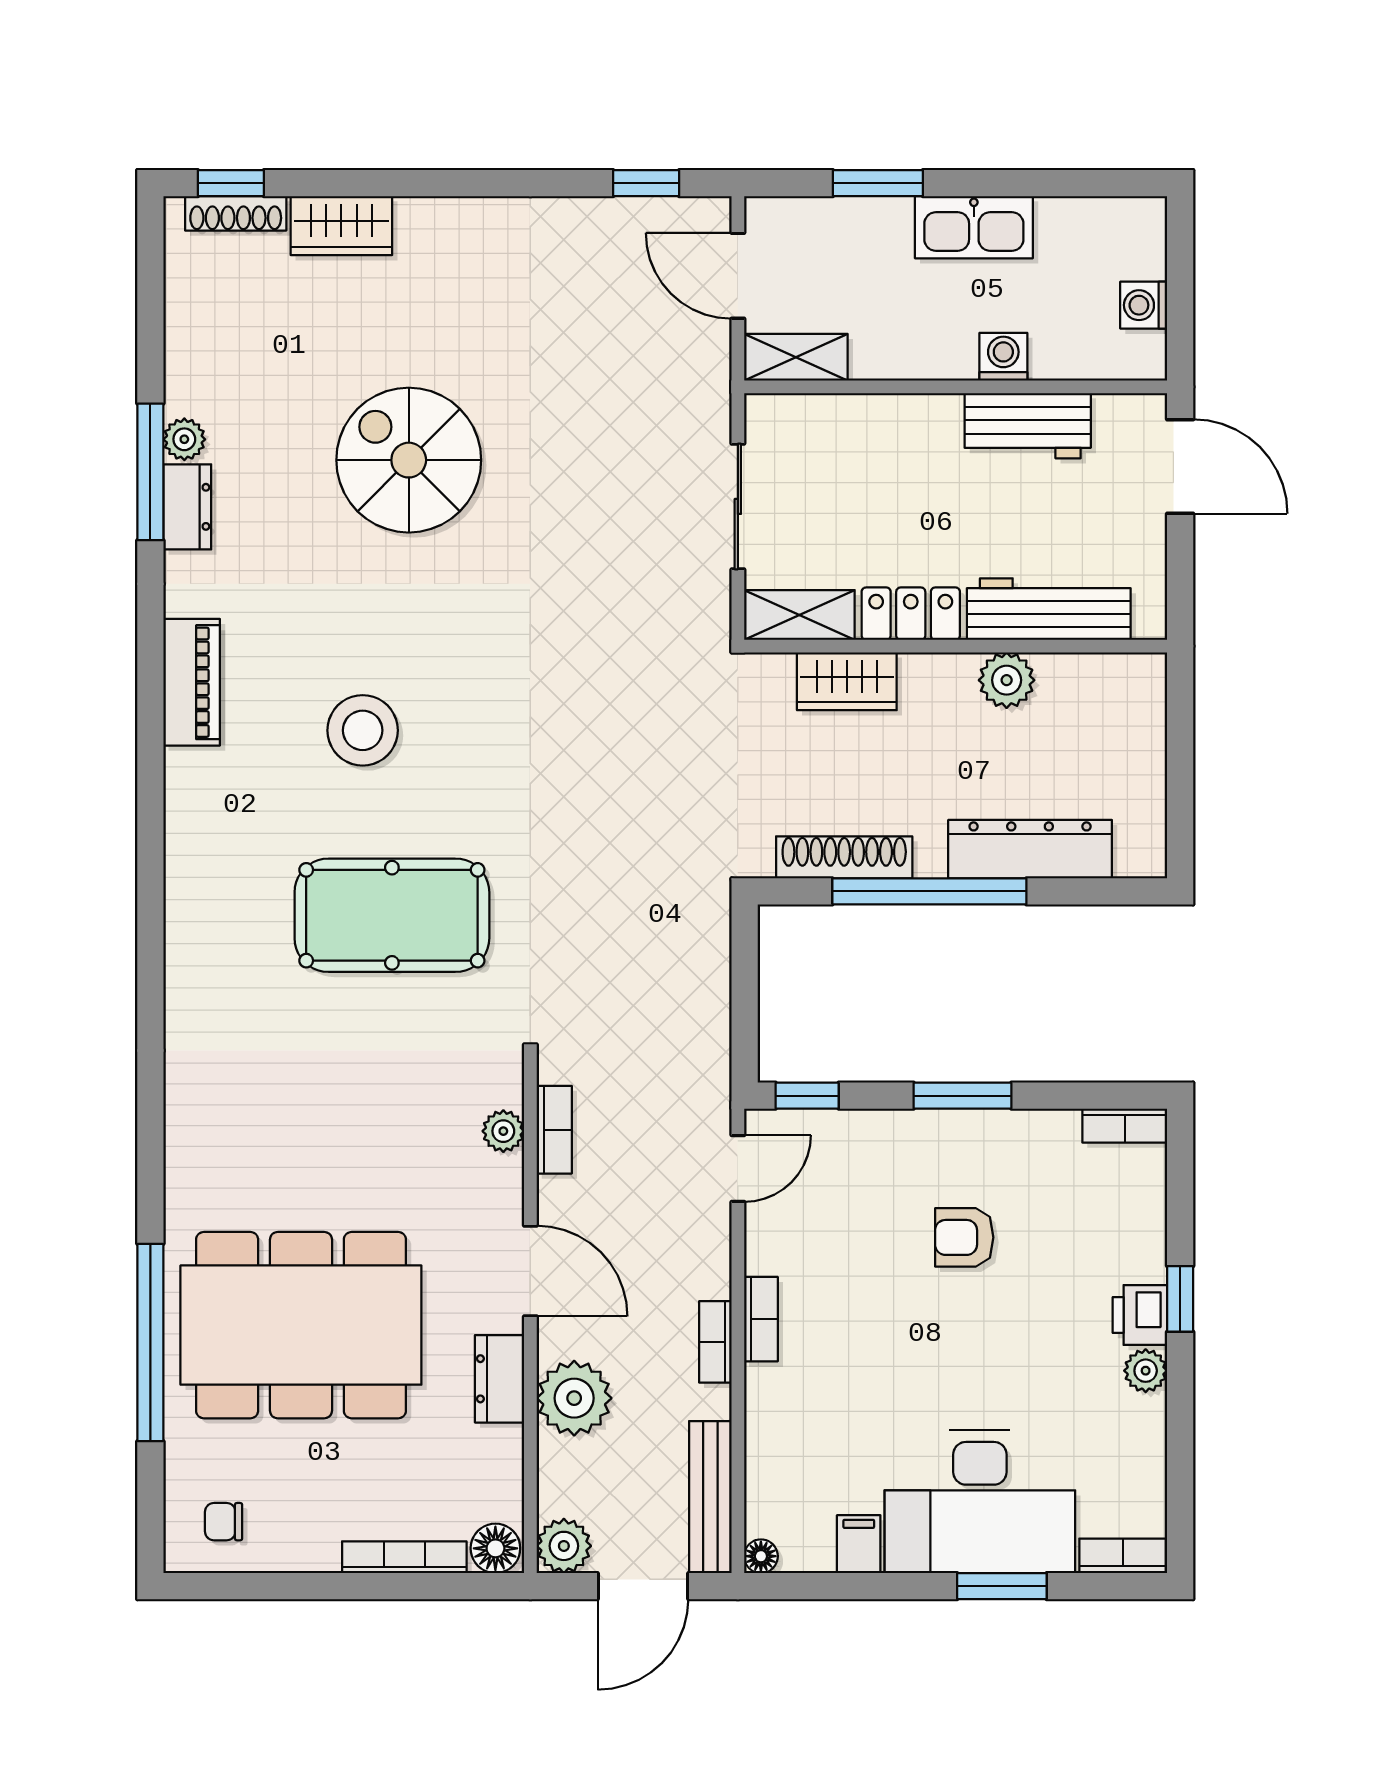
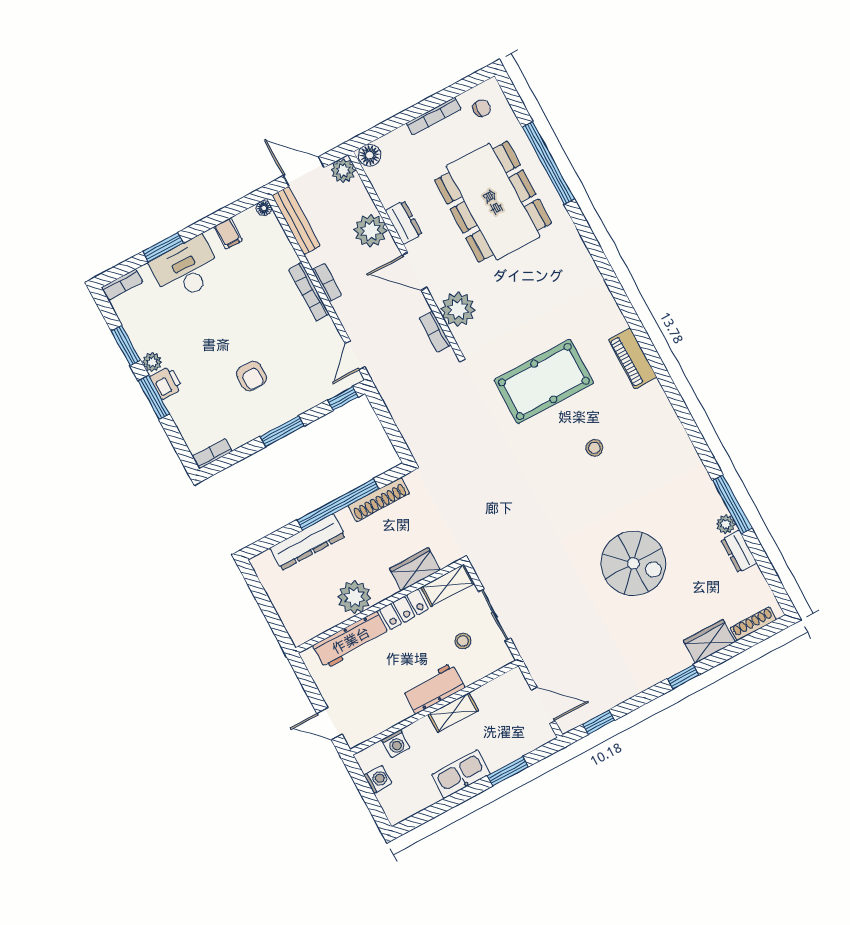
window: (231, 183) -> (683, 677), moved
shelving: (796, 357) -> (453, 712), moved
washing machine: (1003, 357) -> (396, 744), moved
workbench: (1028, 426) -> (434, 688), moved
door: (1180, 467) -> (330, 724), width x0.73
stool: (828, 488) -> (463, 641), added
dresser: (187, 507) -> (739, 551), moved
plant: (1007, 680) -> (354, 597), width x1.36, depth x1.36
piano: (192, 682) -> (633, 358), moved
stool: (363, 730) -> (594, 448), width x0.53, depth x0.53
plant: (503, 1131) -> (458, 309), width x1.88, depth x1.88
armchair: (964, 1237) -> (251, 376), turned 90
window: (1180, 1299) -> (154, 397), width x1.50
bookcase: (761, 1319) -> (309, 292), width x1.56
dining table: (301, 1325) -> (493, 202), turned 90
window: (1180, 1432) -> (126, 345), added
desk: (980, 1502) -> (186, 269), width x0.73, depth x0.77
bookcase: (404, 1557) -> (434, 116), moved
door: (643, 1586) -> (304, 171), hinge flipped

